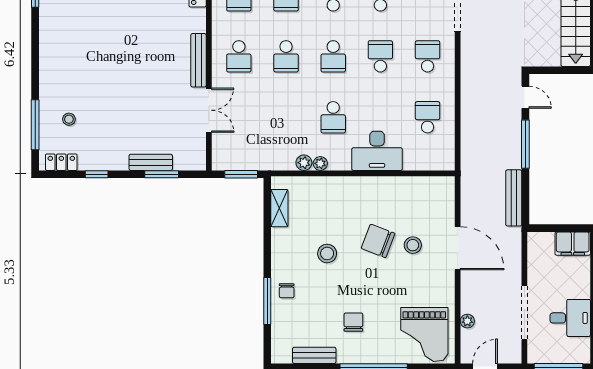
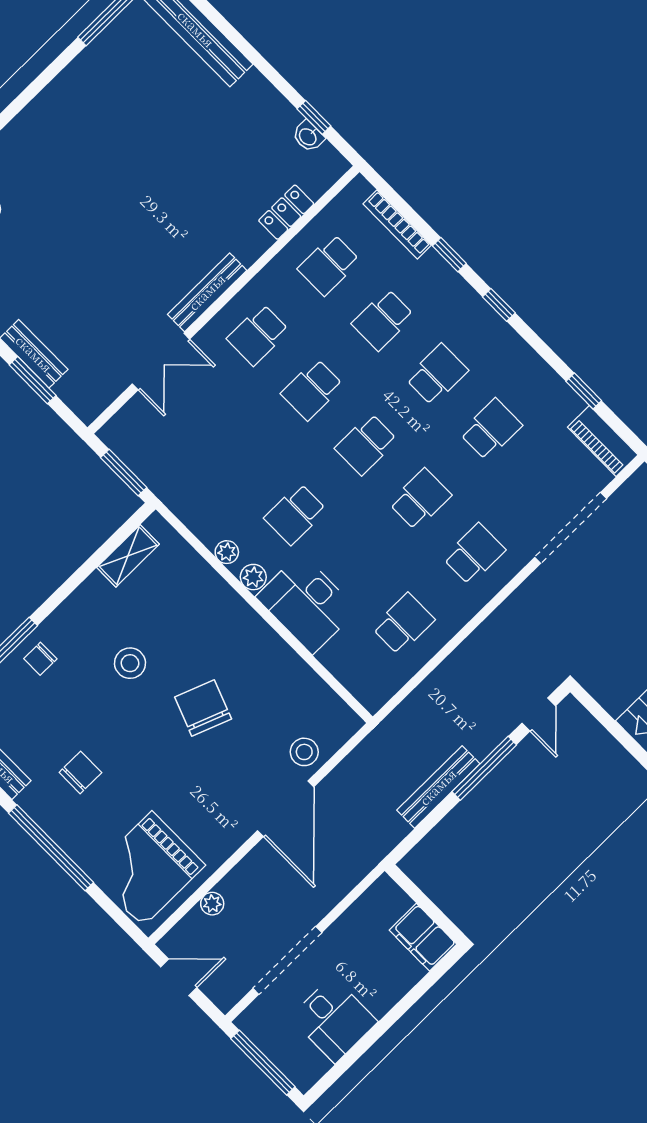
plant: (304, 163) -> (253, 577), moved
bench: (514, 198) -> (438, 787), moved
stool: (413, 245) -> (304, 752), moved

